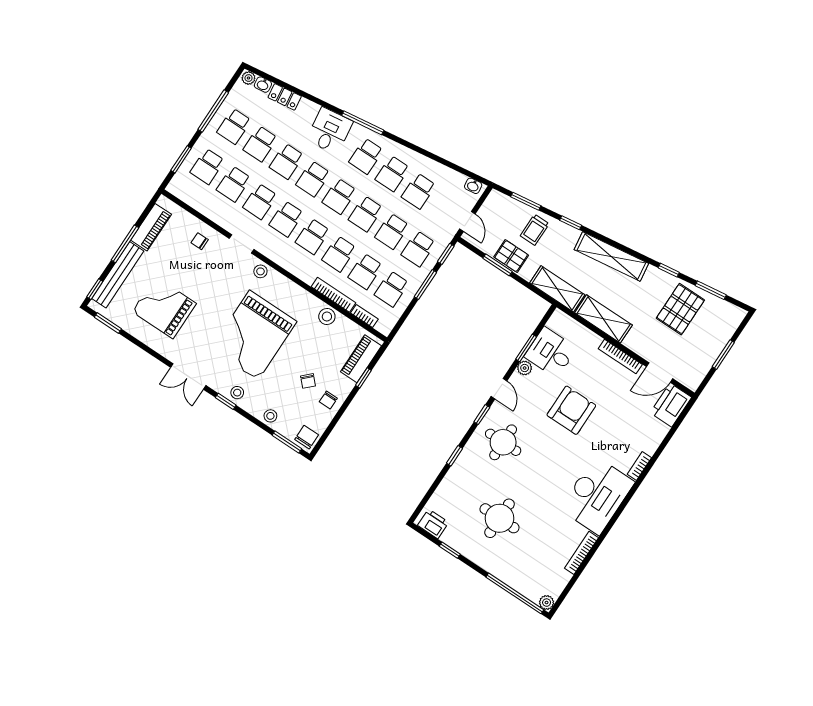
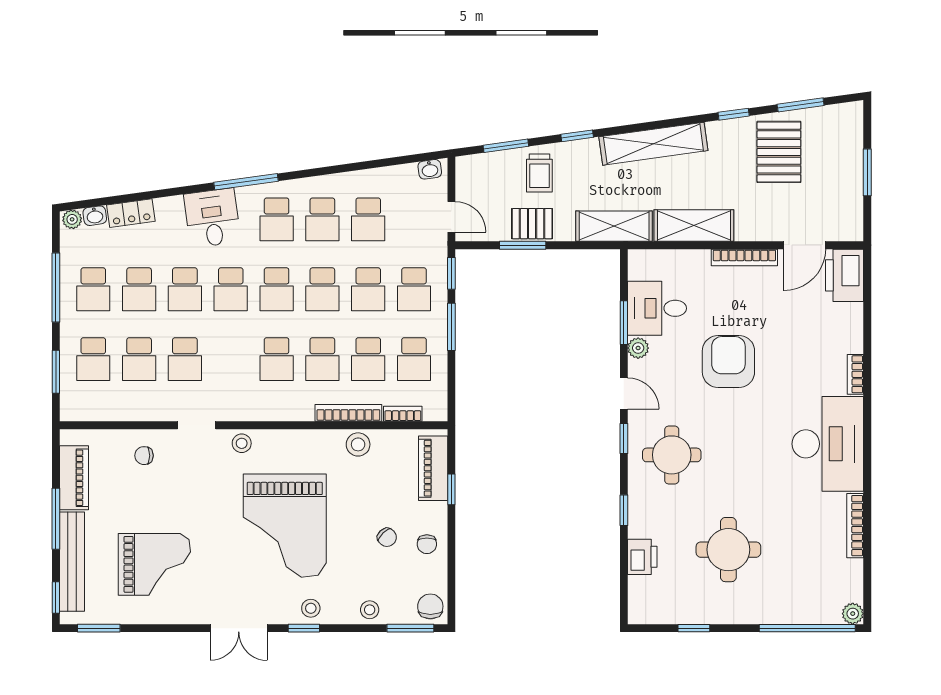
school desk: (286, 219) -> (231, 359), removed
grand piano: (164, 308) -> (154, 564), turned 180
printer: (433, 524) -> (642, 557), moved, turned 90

